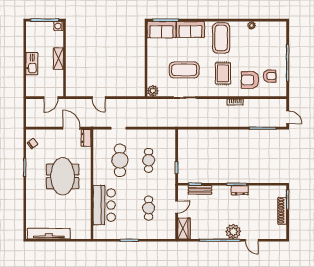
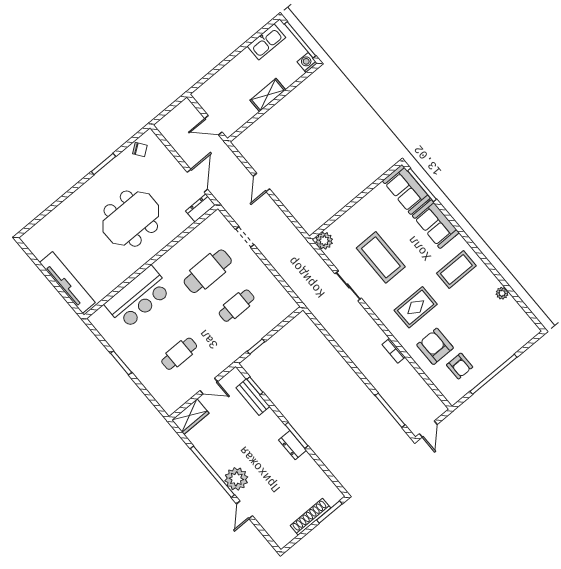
coffee table: (221, 38) -> (456, 270), width x0.73, depth x0.76
kitchen sink: (32, 64) -> (266, 42), moved
tv unit: (49, 234) -> (67, 283), moved

